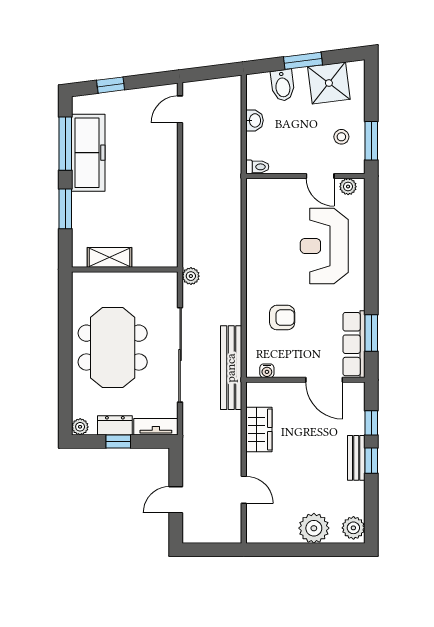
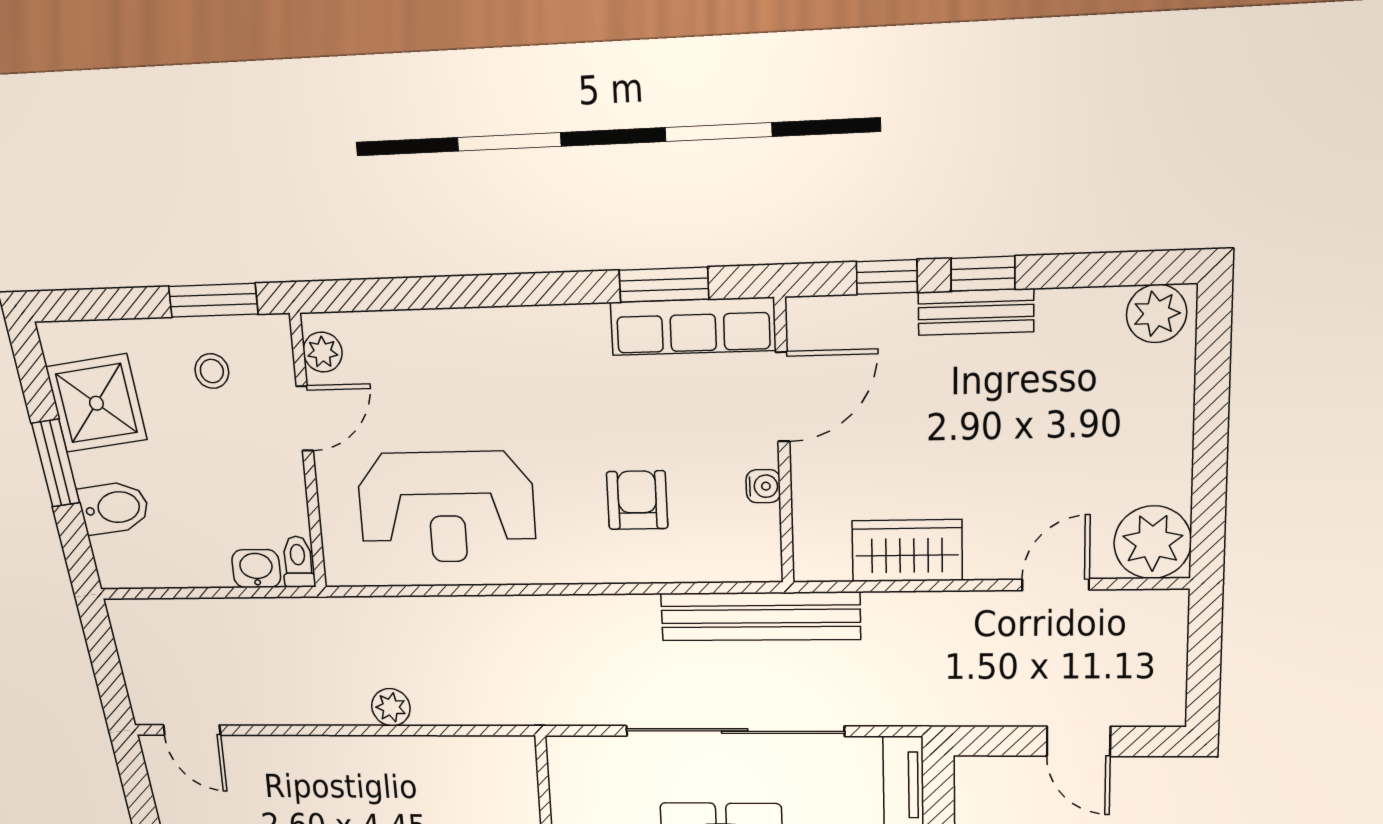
washbasin: (254, 120) -> (256, 569), moved
reception desk: (324, 246) -> (446, 507), moved
plant: (191, 276) -> (391, 707), moved
water cooler: (267, 371) -> (763, 486), moved
plant: (314, 528) -> (1153, 542), moved

